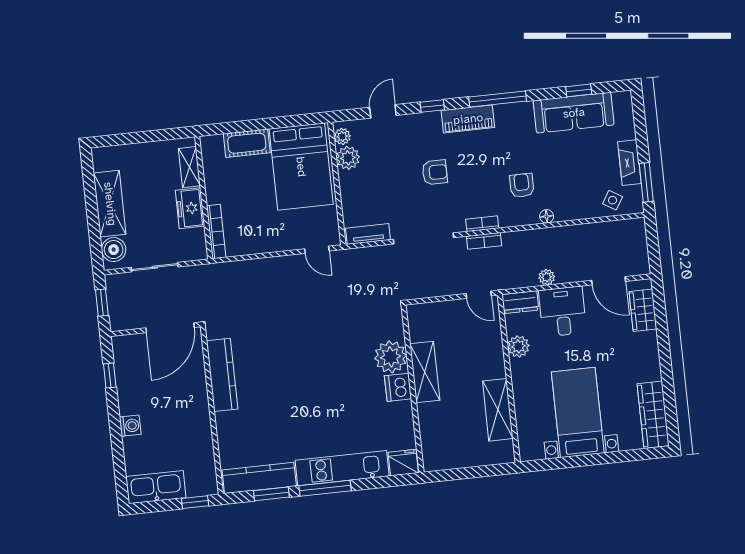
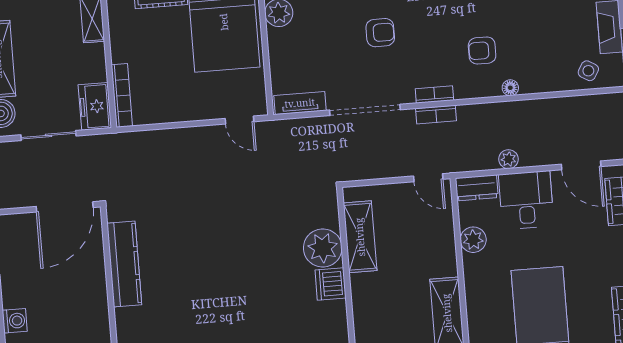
armchair: (522, 185) -> (482, 50), turned -90
freezer: (190, 208) -> (95, 106), moved
shelving: (425, 372) -> (360, 237), moved

